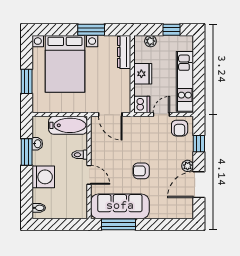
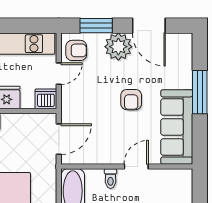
door: (161, 115) -> (59, 74), swing flipped
window: (199, 144) -> (96, 26), width x1.50
plant: (188, 166) -> (118, 47), width x1.87, depth x1.87
window: (118, 224) -> (200, 92), moved

